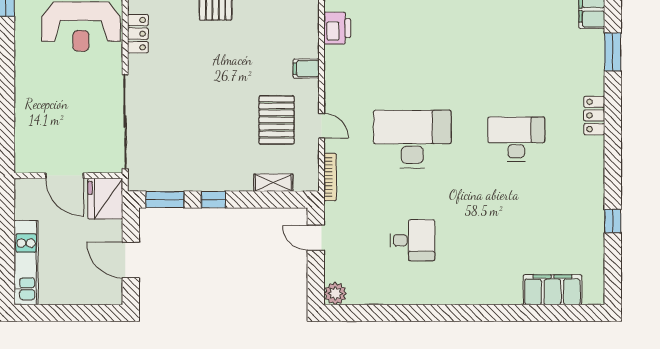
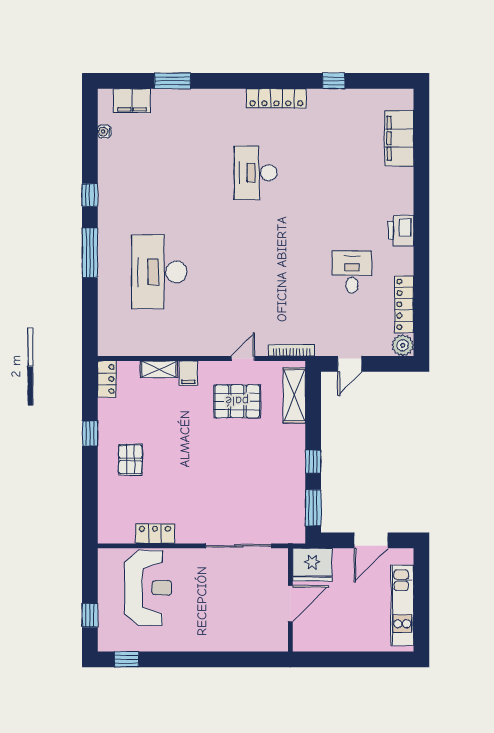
printer: (337, 28) -> (401, 231), moved, turned -90
shelving: (310, 38) -> (159, 369), added
locker: (594, 115) -> (276, 98), moved, width x1.53
sliding door: (125, 122) -> (239, 546), width x0.73
desk: (412, 139) -> (159, 272), moved
shelving: (273, 183) -> (294, 395), width x1.50, depth x1.33
kitchen unit: (26, 262) -> (402, 605), moved, turned -90
locker: (378, 295) -> (404, 304), added

